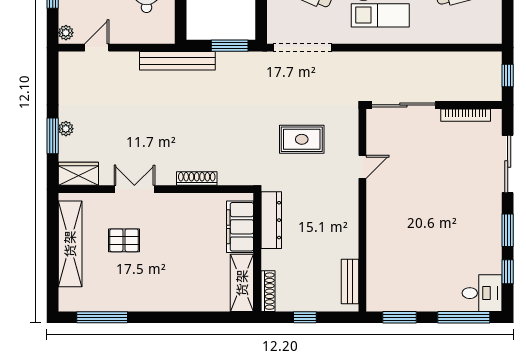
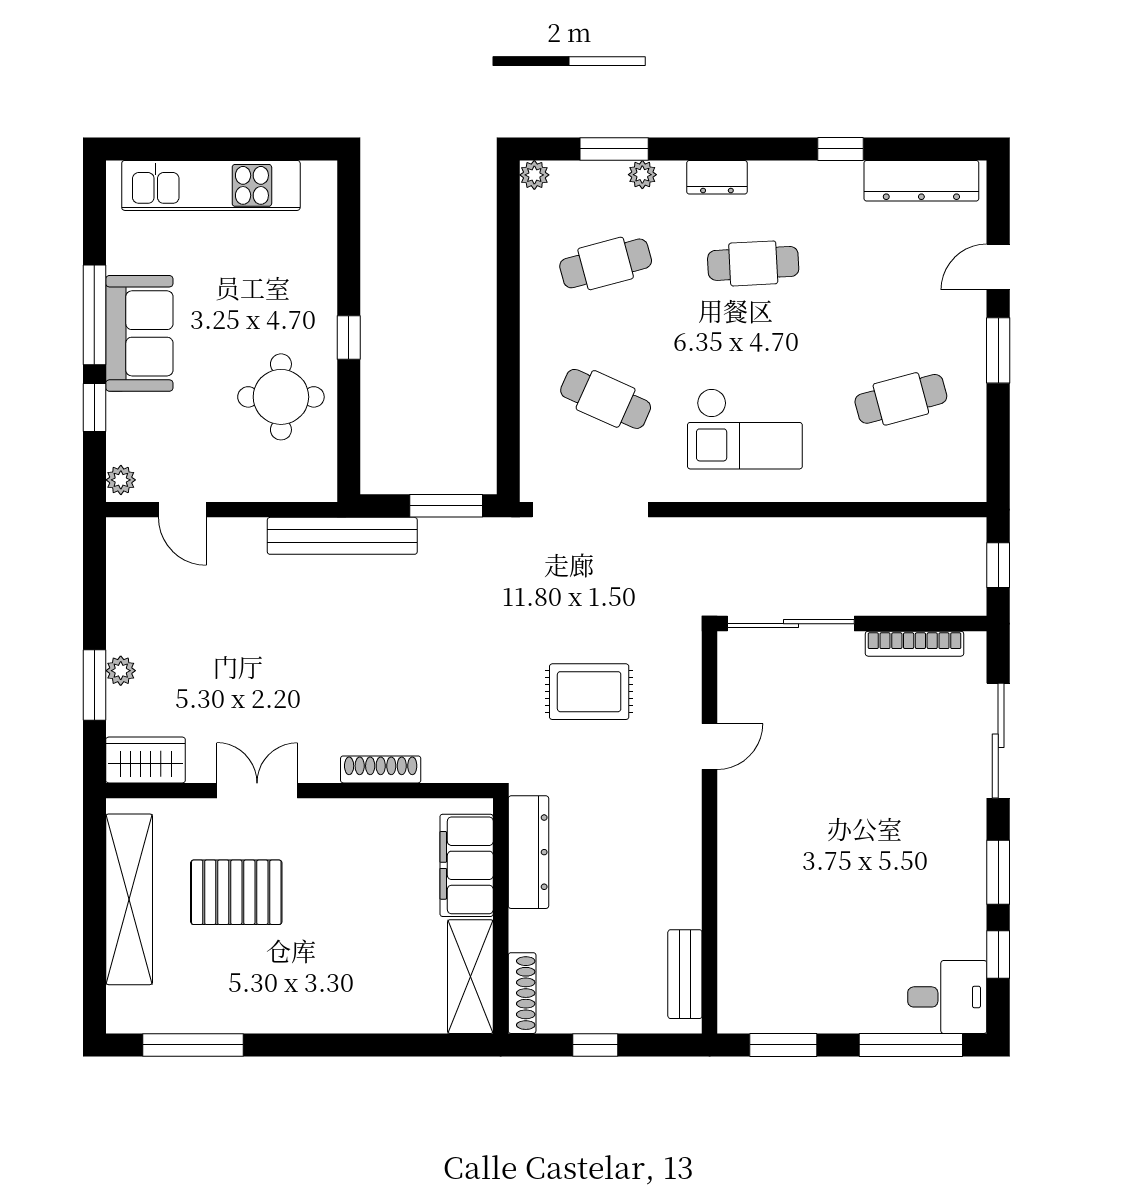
door: (97, 48) -> (182, 510), swing flipped
pallet: (124, 240) -> (236, 892), width x1.50, depth x1.42

